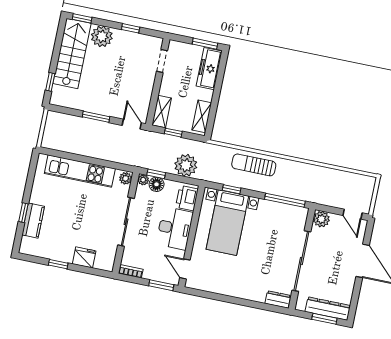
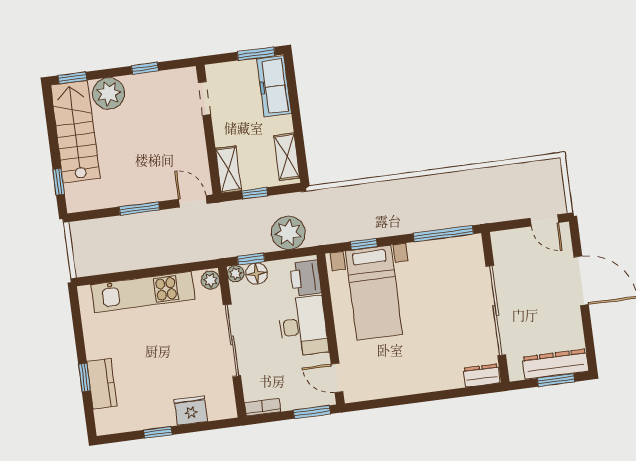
sun lounger: (254, 165) -> (383, 199), removed
plant: (321, 219) -> (503, 242), removed

